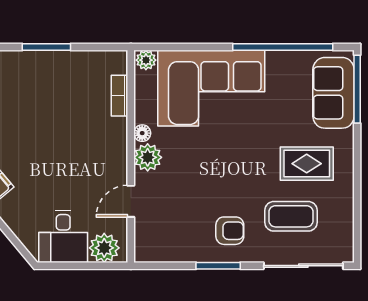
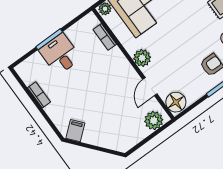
floor lamp: (142, 133) -> (176, 102), moved, width x1.89, depth x1.89
desk: (63, 236) -> (60, 54), moved, turned 180

